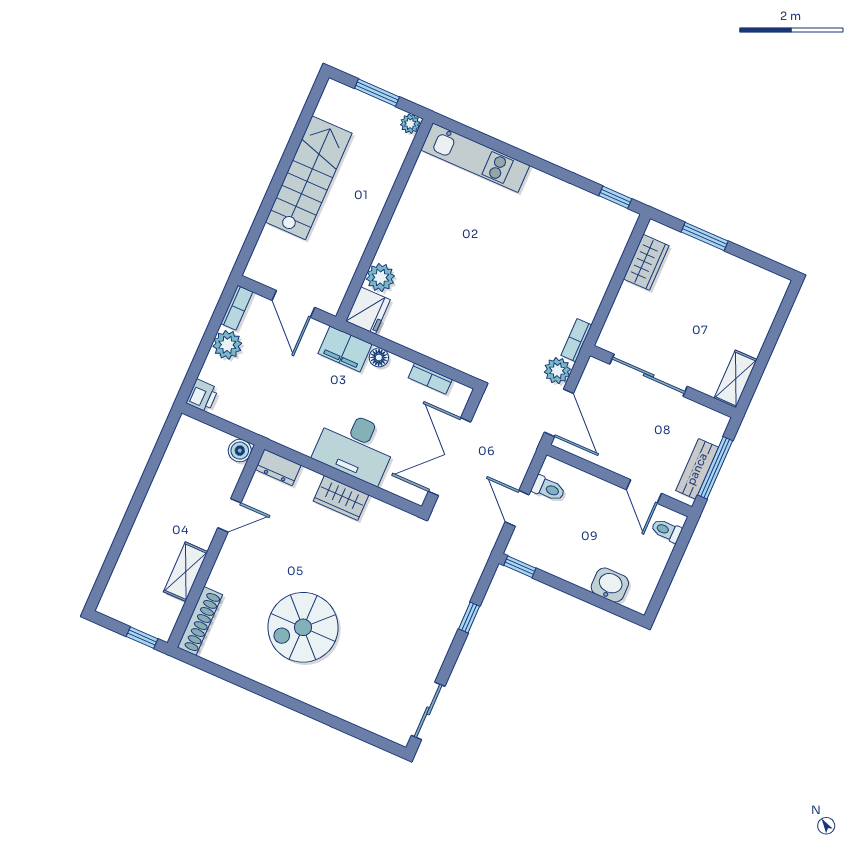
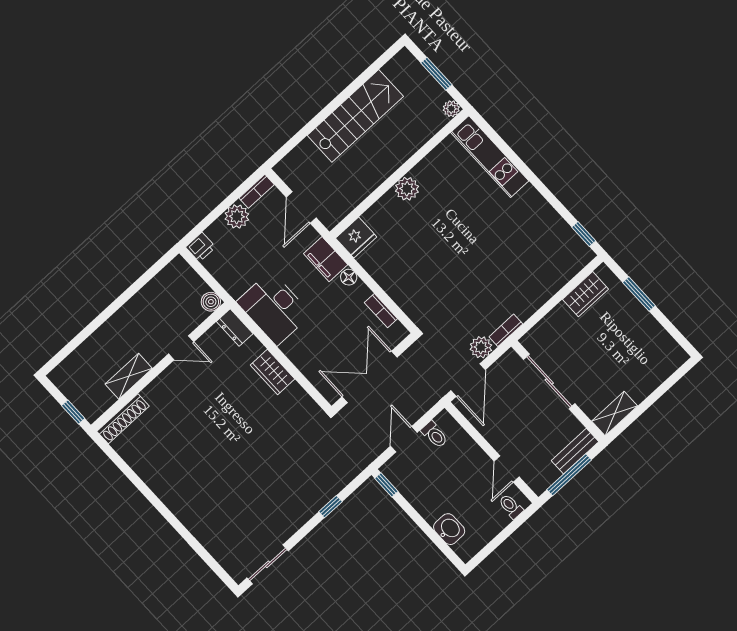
plant: (380, 277) -> (407, 189), moved
desk: (356, 446) -> (274, 308), moved
bench: (697, 469) -> (575, 451), moved
spiral stairs: (303, 627) -> (200, 458), removed

